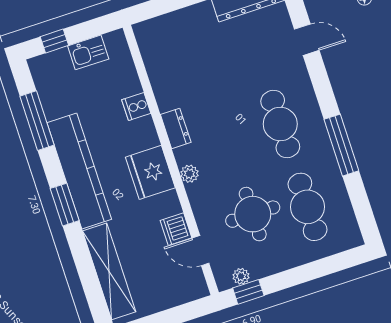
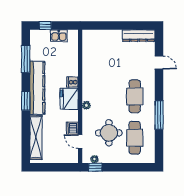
cooker: (136, 106) -> (72, 82), moved
dresser: (176, 128) -> (87, 83), removed

